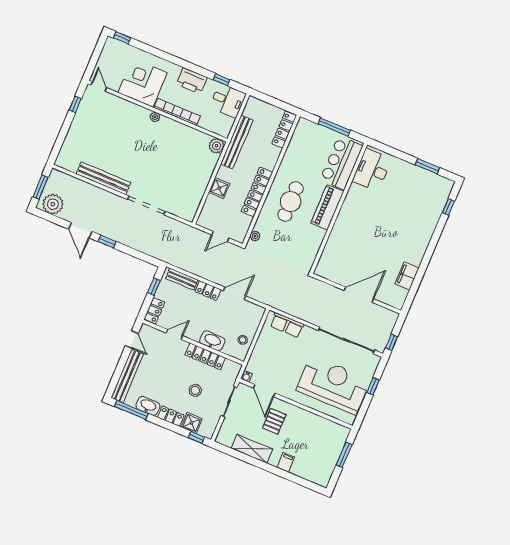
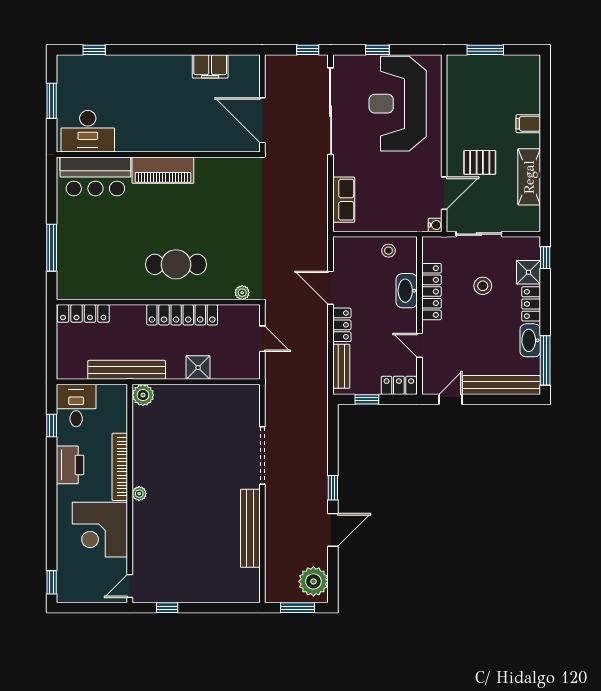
bar counter: (341, 163) -> (95, 176), moved
desk: (372, 170) -> (88, 131), moved
piano: (327, 207) -> (163, 170), moved
wall: (339, 208) -> (158, 154), moved

